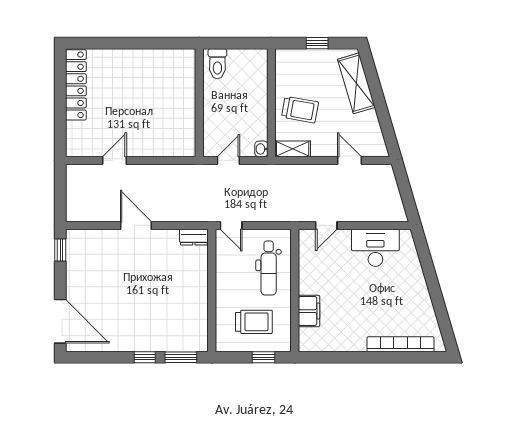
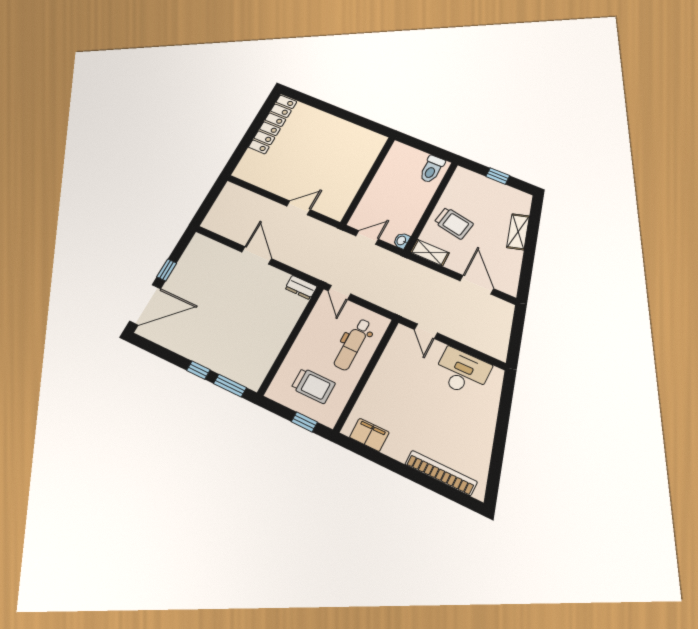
toilet: (217, 64) -> (432, 169), moved
shelving: (356, 83) -> (518, 232), width x0.67, depth x0.75
door: (114, 160) -> (299, 208), moved
door: (349, 160) -> (477, 285), width x1.38
door: (326, 225) -> (426, 331), hinge flipped
window: (60, 250) -> (167, 270), moved
filing cabinet: (309, 311) -> (369, 435), moved, turned -90
door: (60, 321) -> (145, 305), hinge flipped

